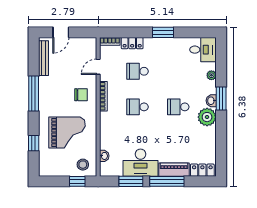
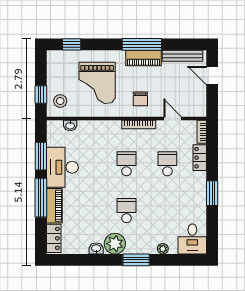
piano: (45, 92) -> (144, 58), added
washbasin: (211, 101) -> (96, 248), moved
window: (34, 143) -> (72, 44), moved

